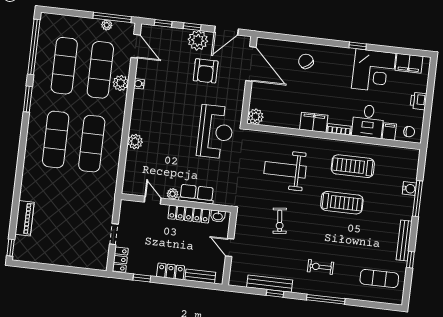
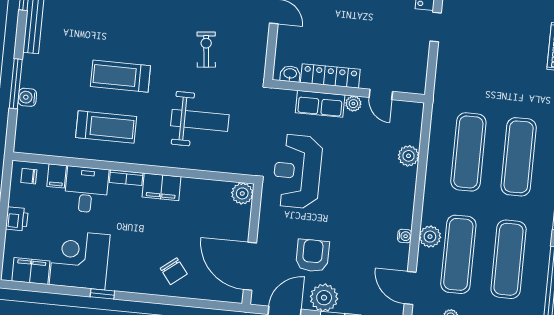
plant: (173, 194) -> (353, 104), moved
row of seats: (197, 194) -> (320, 104), moved
door: (153, 200) -> (381, 94), moved
wall: (176, 203) -> (348, 91), moved
locker: (189, 214) -> (330, 76), moved
washbasin: (218, 216) -> (290, 74), moved

